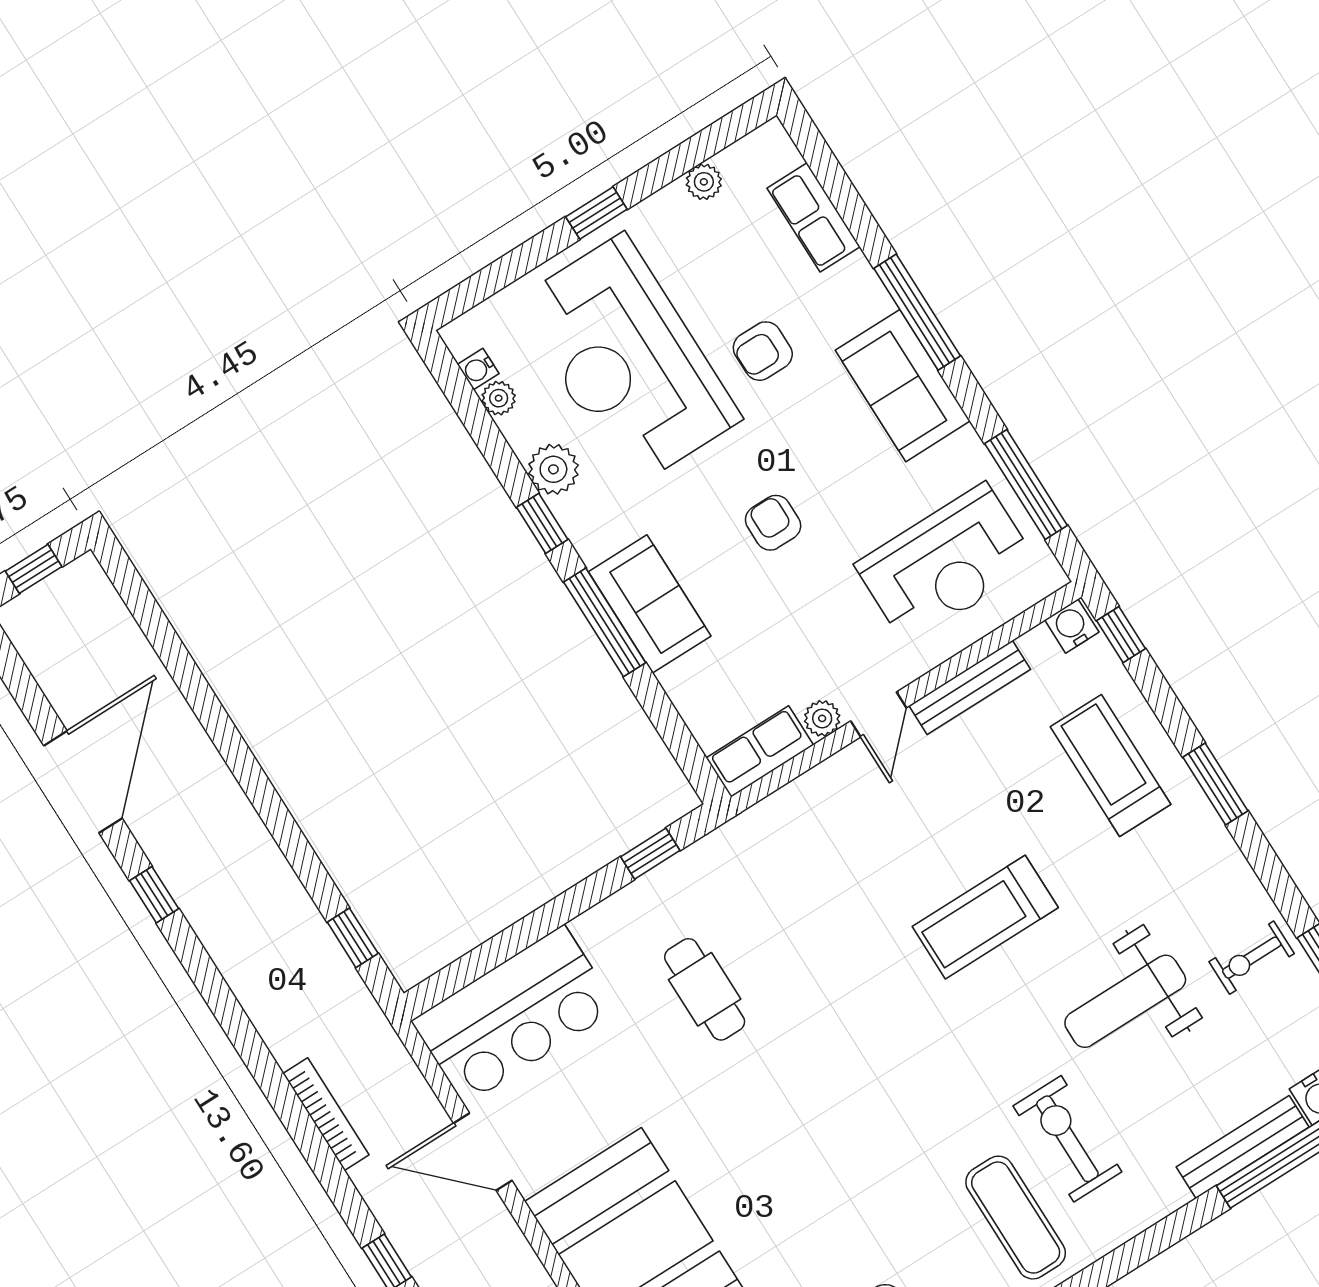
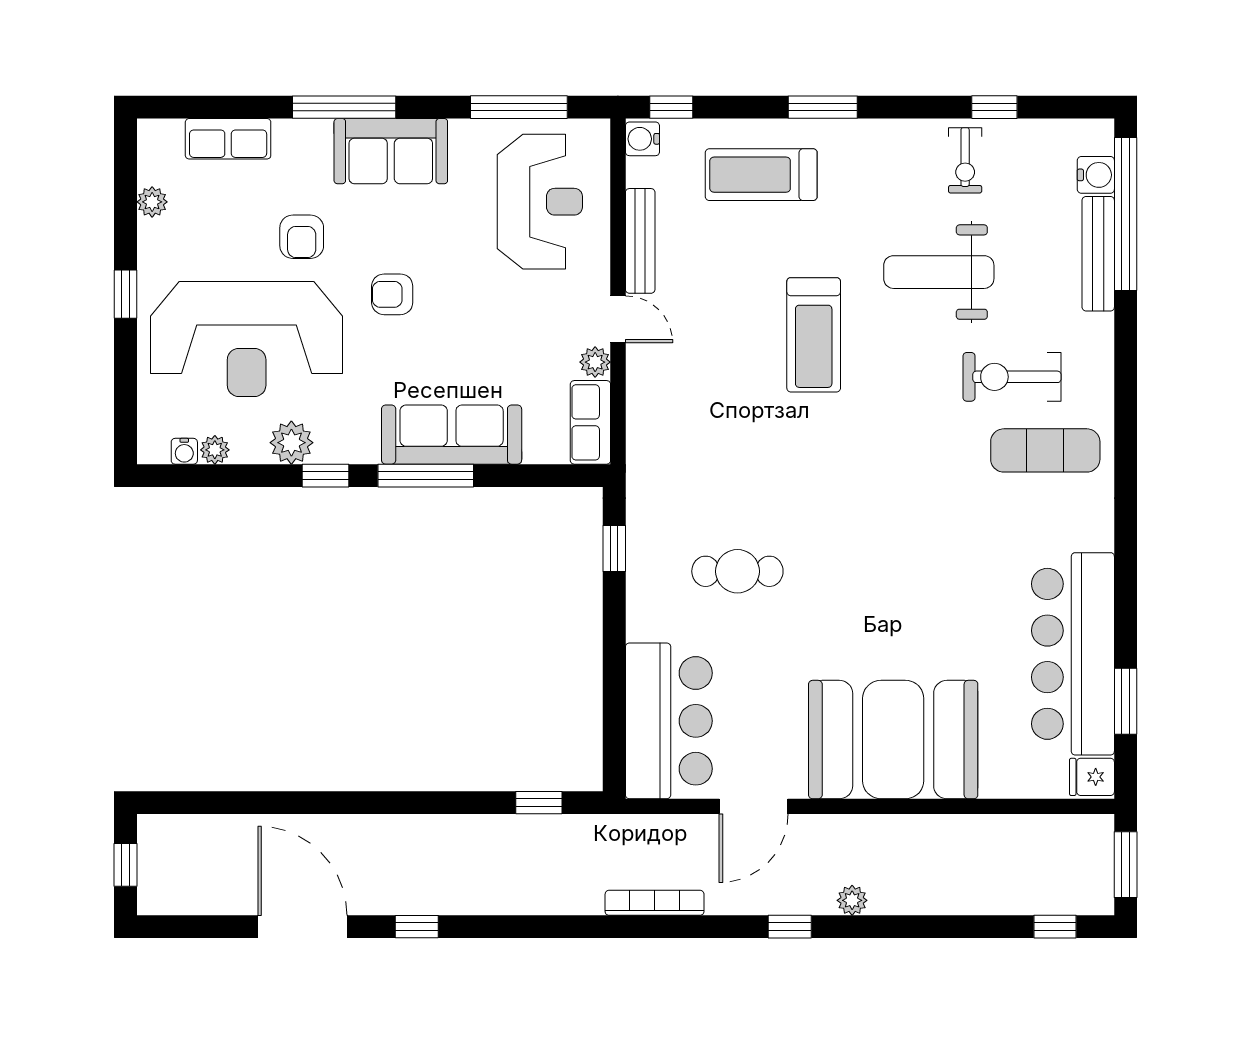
armchair: (773, 523) -> (392, 294), moved
sofa: (650, 604) -> (452, 435), width x1.36
weight bench: (1125, 1001) -> (939, 272), turned 90

